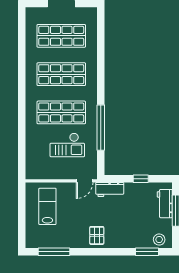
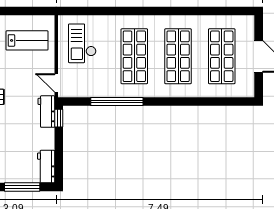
checkout: (67, 145) -> (82, 43), moved
window: (141, 179) -> (59, 118), moved
workbench: (165, 204) -> (46, 167), moved, turned -90

